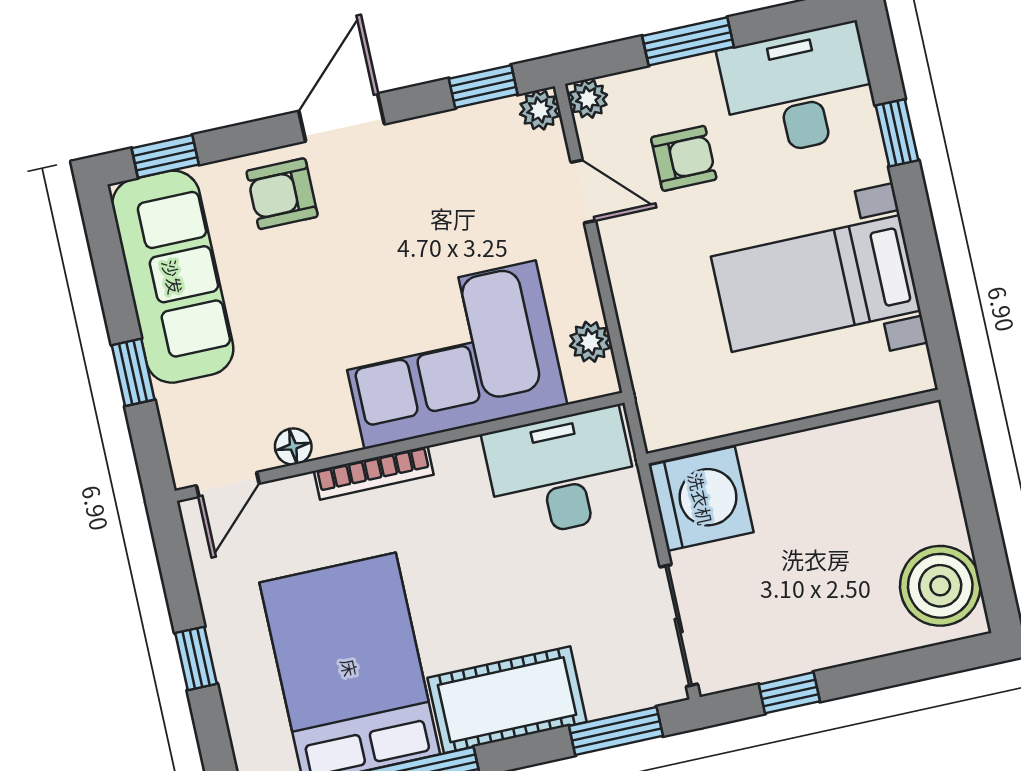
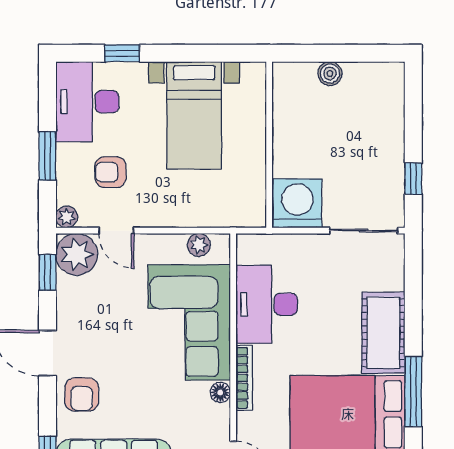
plant: (540, 110) -> (77, 254), width x1.88, depth x1.88
armchair: (684, 158) -> (110, 172), turned -90
door: (583, 191) -> (116, 231), swing flipped
floor lamp: (293, 446) -> (220, 393), moved
desk: (561, 473) -> (267, 304), moved
boiler: (940, 586) -> (330, 74), moved, width x0.54, depth x0.54
window: (616, 731) -> (413, 277), removed

